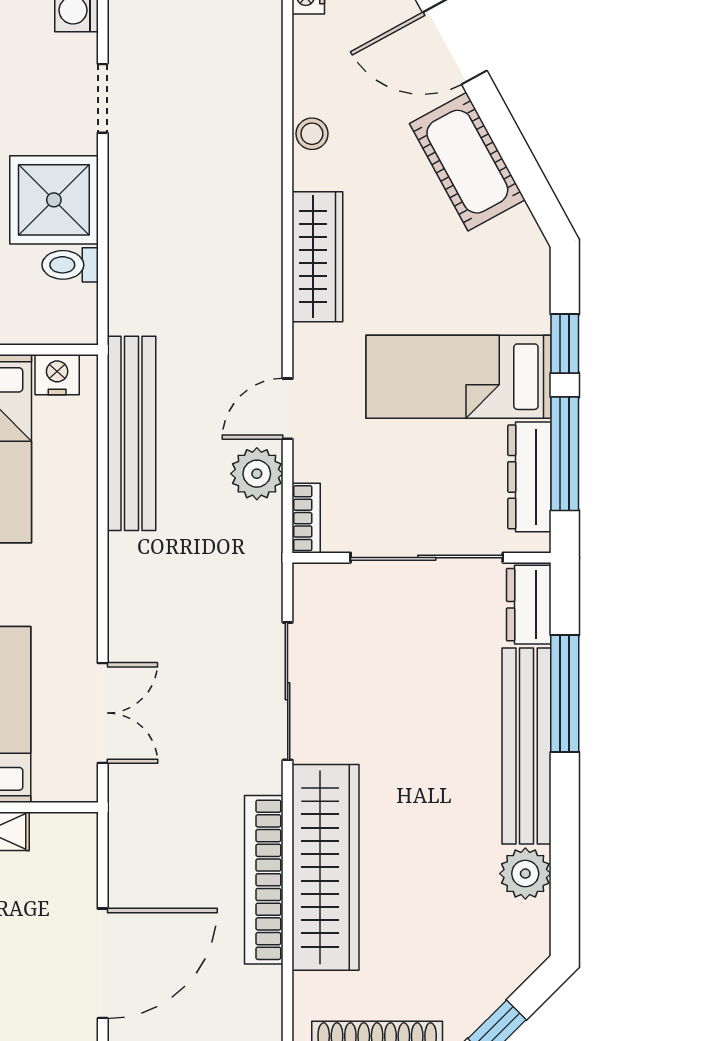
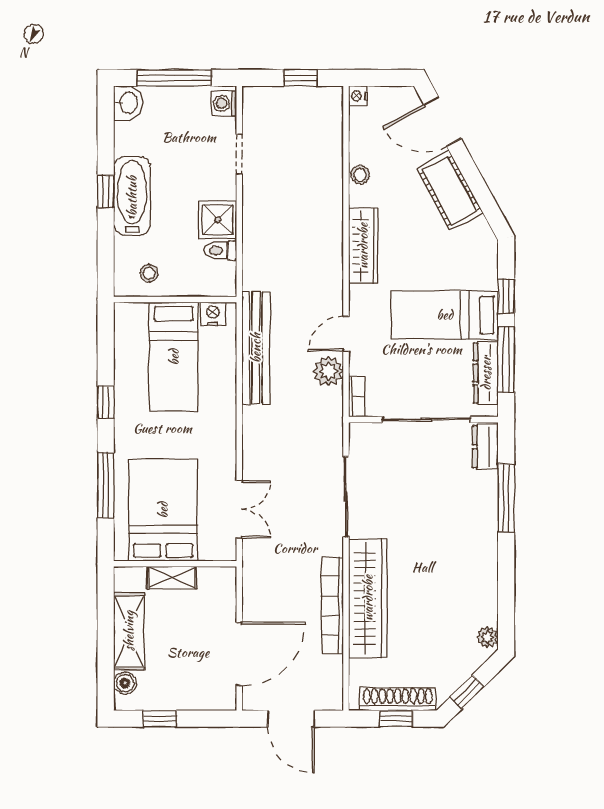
shower: (54, 200) -> (218, 220), width x0.73, depth x0.73
bench: (527, 746) -> (484, 528), removed
plant: (525, 874) -> (487, 637), moved, width x0.73, depth x0.73

